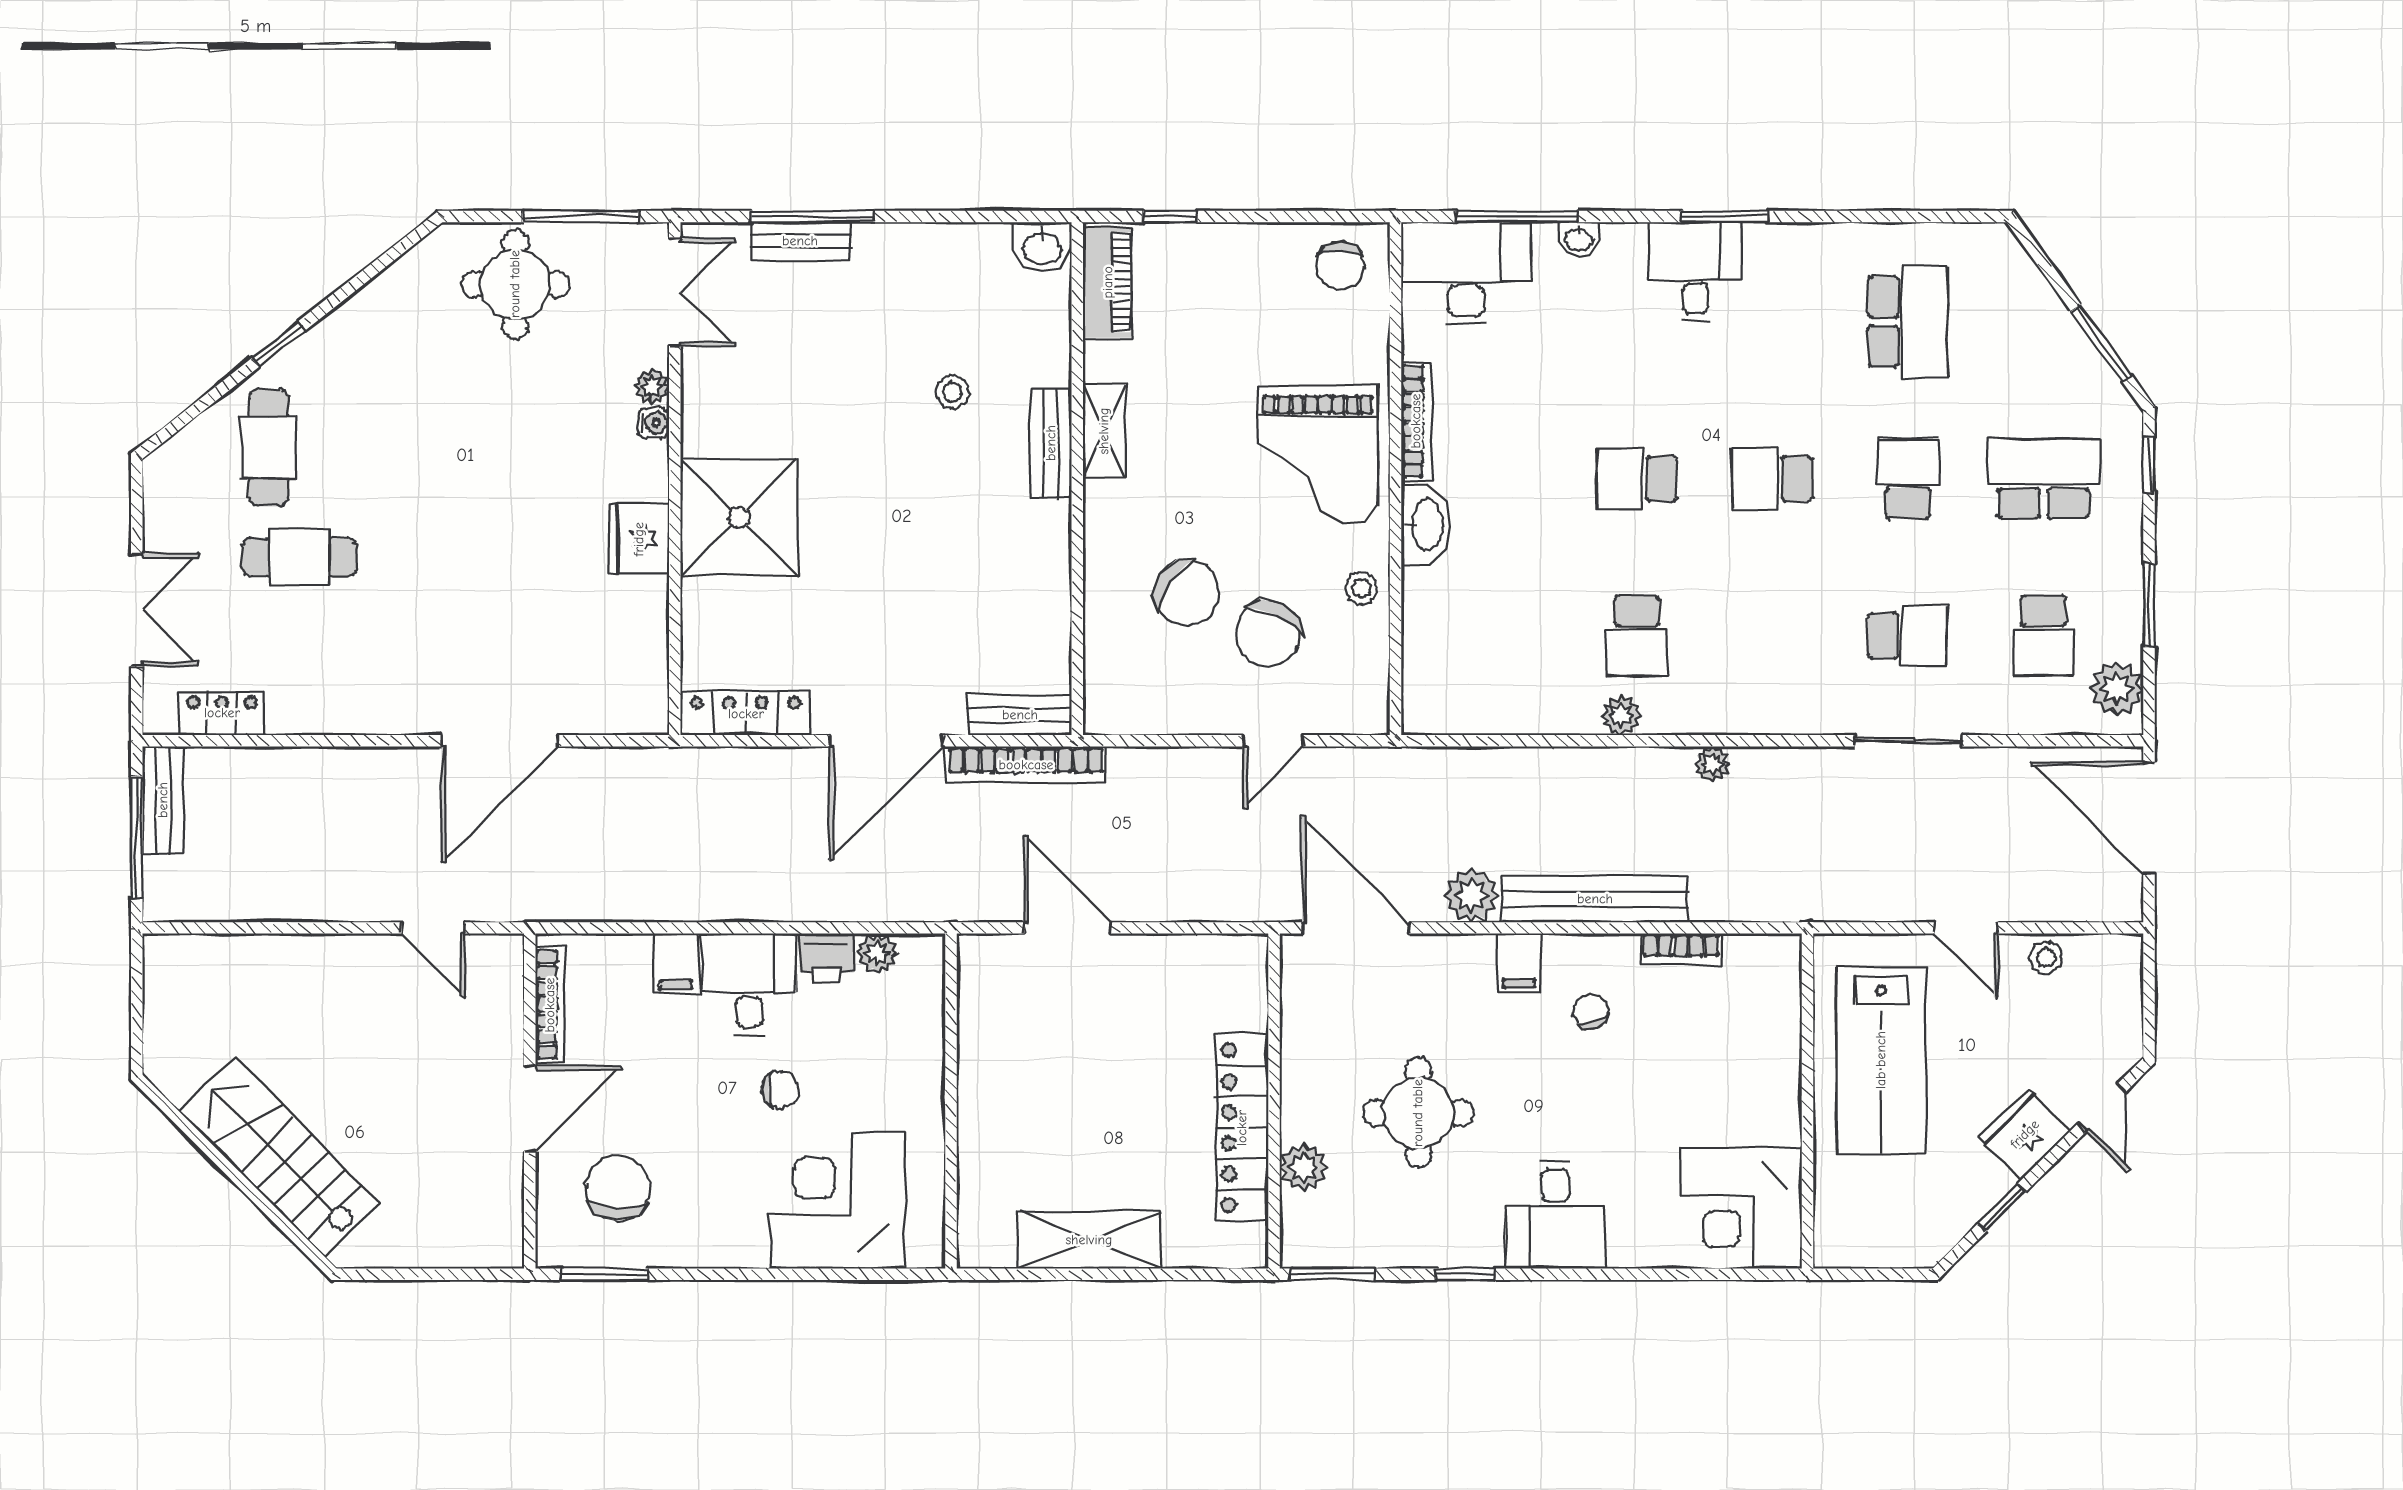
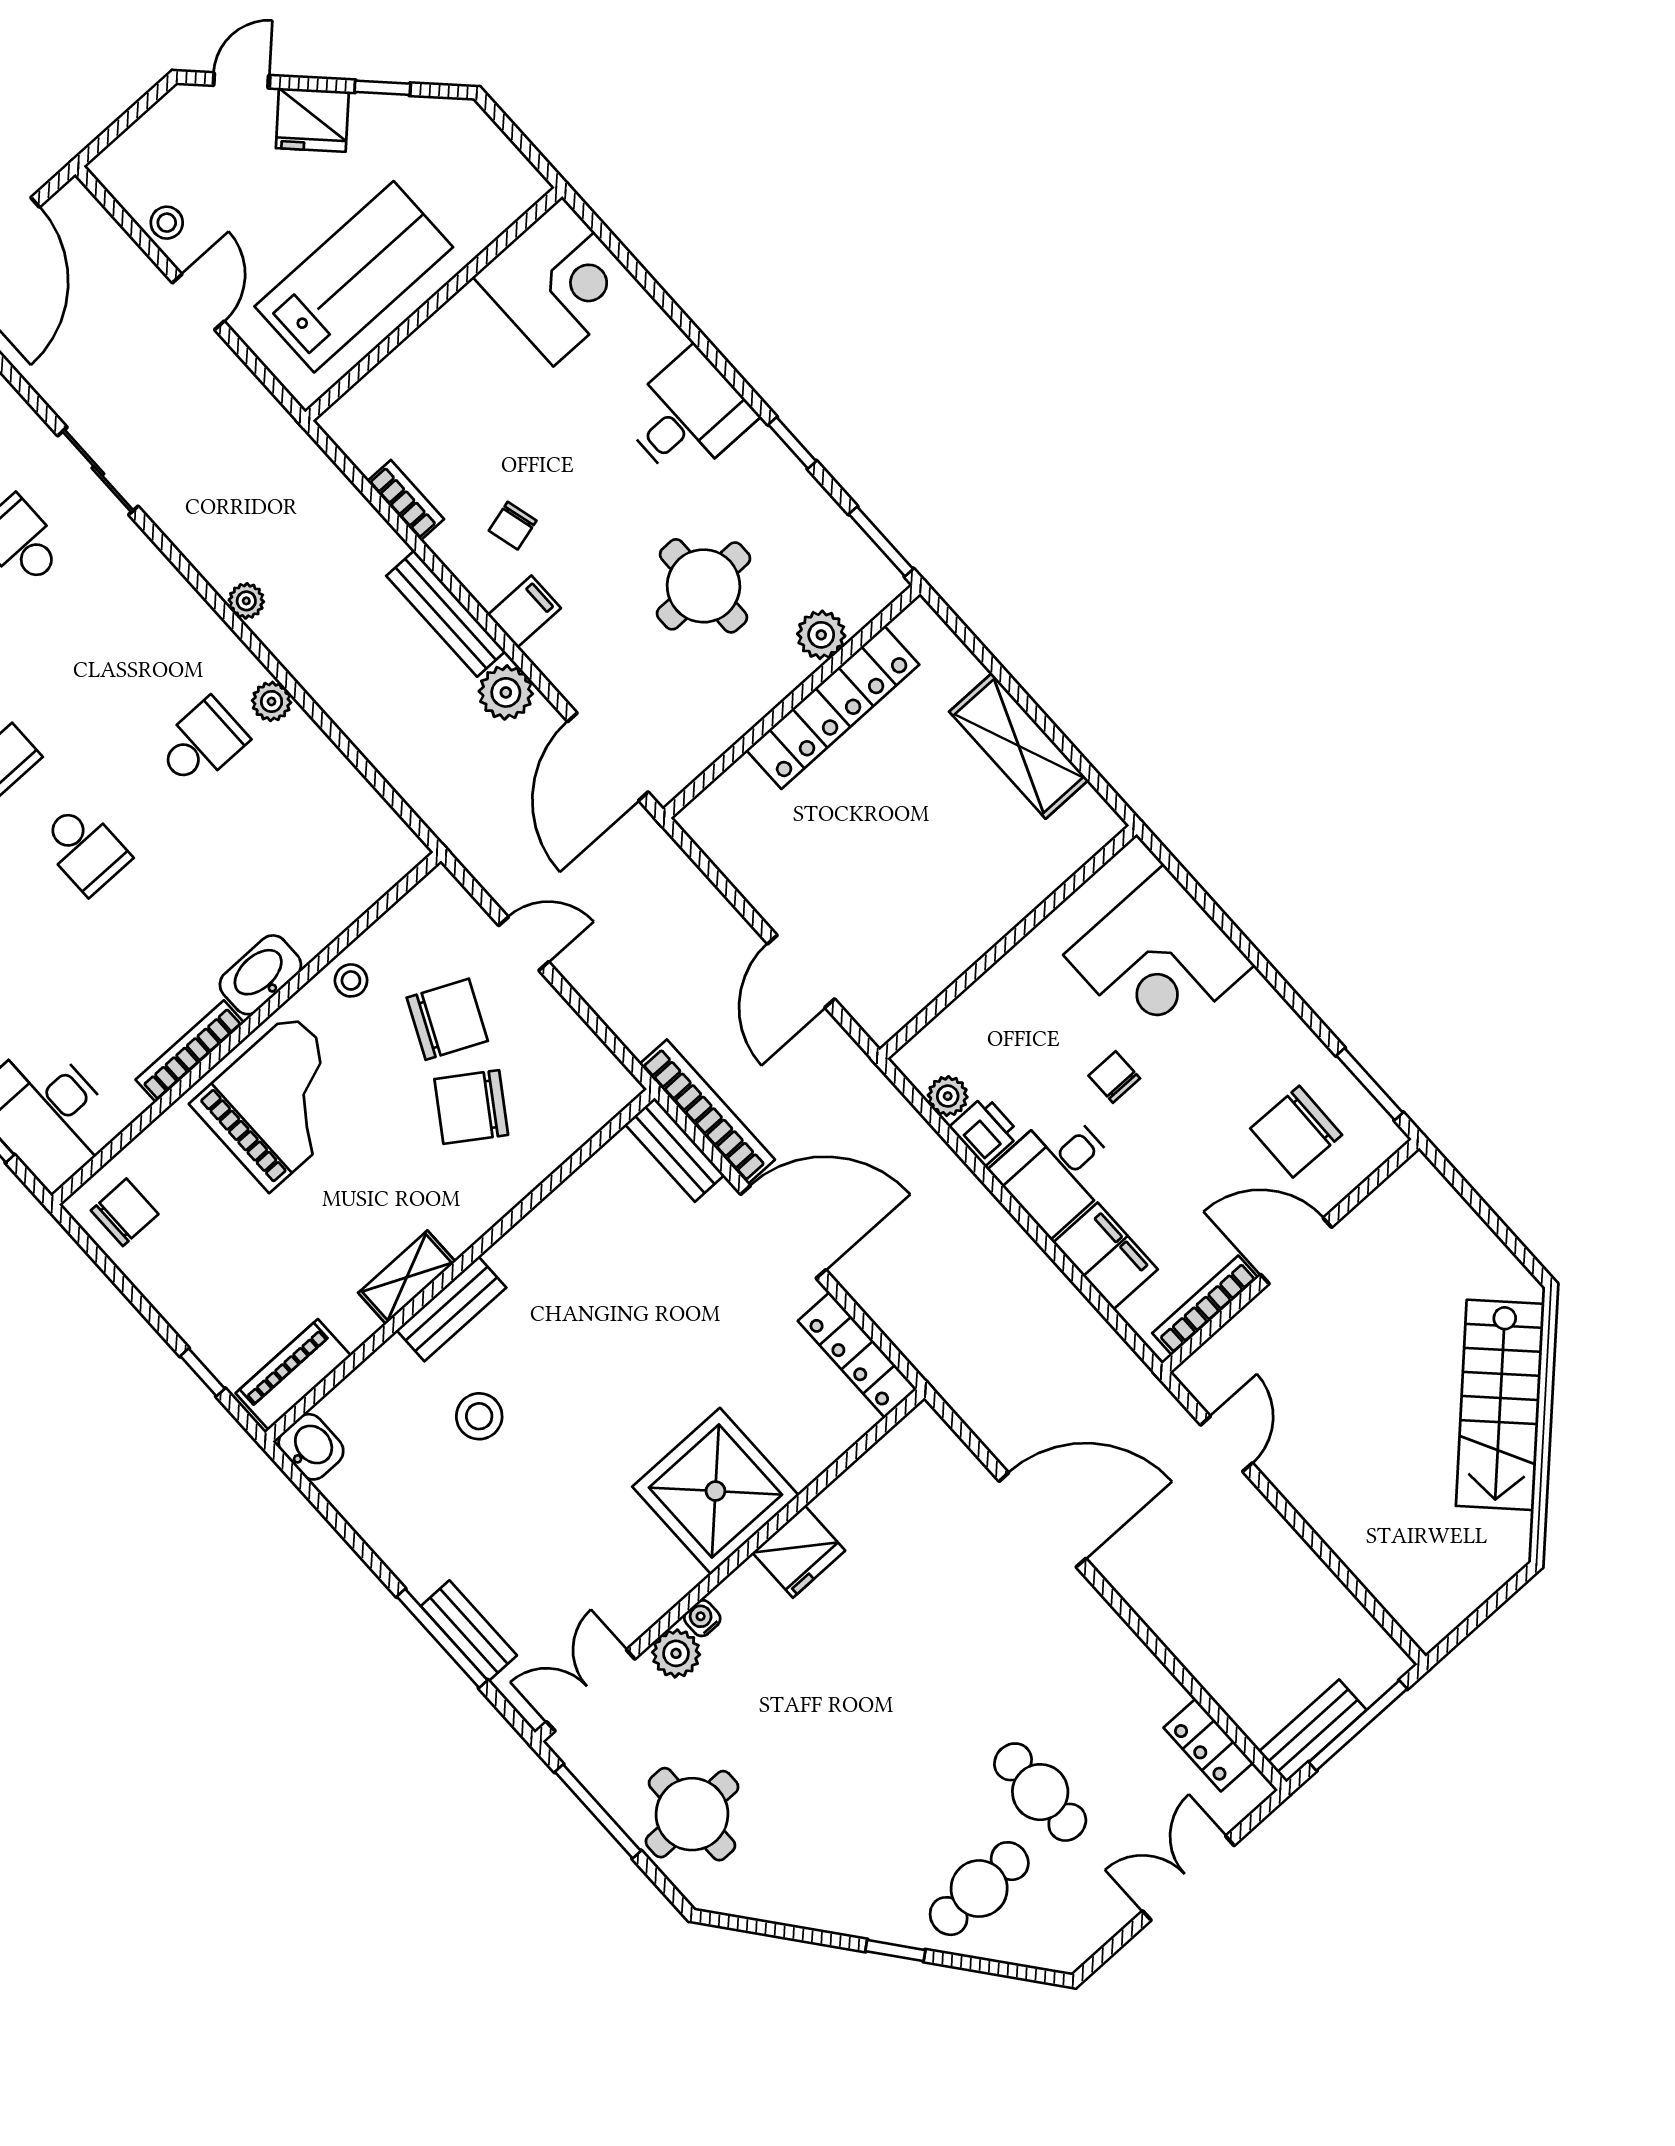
plant: (652, 386) -> (676, 1653), width x1.38, depth x1.38
stool: (953, 392) -> (479, 1416), width x1.37, depth x1.37
chair: (1187, 593) -> (471, 1107), turned -91
bench: (1595, 899) -> (446, 614), width x0.73, depth x0.82
filing cabinet: (676, 964) -> (1105, 1256), width x2.00

